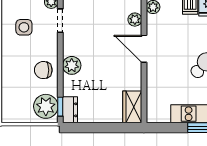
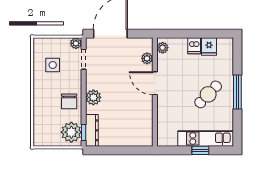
chair: (43, 70) -> (69, 101), turned -90
wardrobe: (132, 107) -> (145, 133), removed
dresser: (70, 110) -> (92, 130), width x1.44

